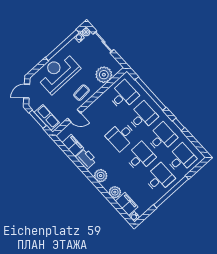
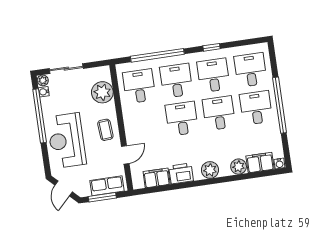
desk: (121, 136) -> (182, 119), turned 180

